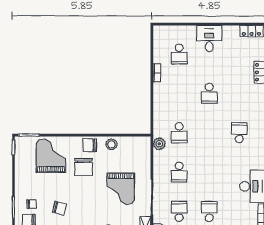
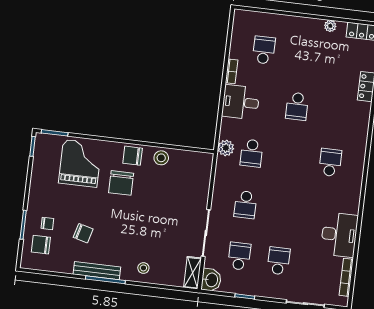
plant: (227, 30) -> (330, 26), added
desk: (209, 39) -> (241, 102), moved, turned -90
school desk: (179, 54) -> (264, 50), turned 180
plant: (159, 144) -> (226, 148), moved
grand piano: (121, 189) -> (166, 217), removed

